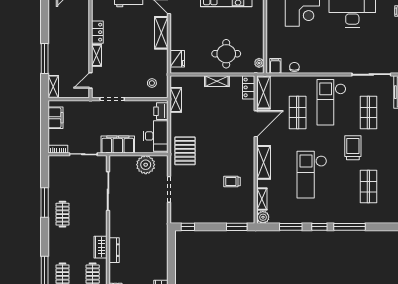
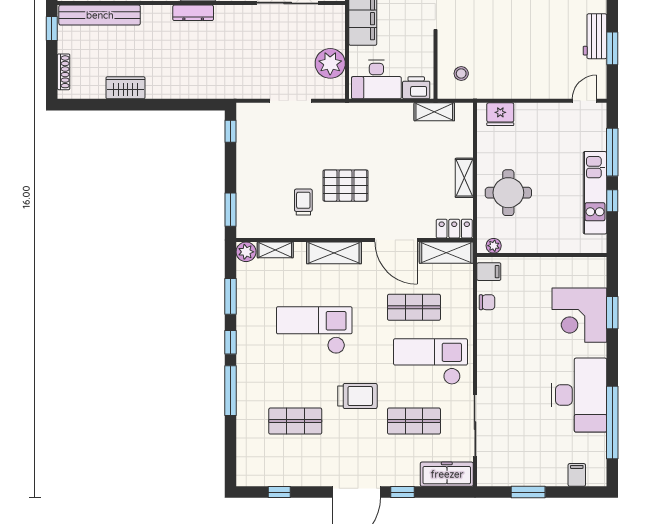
shelving: (161, 33) -> (542, 88), removed
pallet: (185, 151) -> (345, 186), moved

